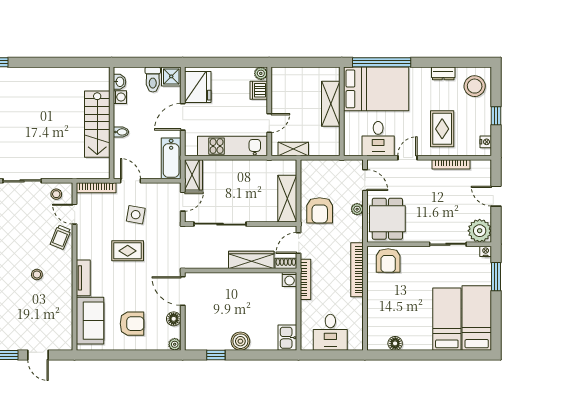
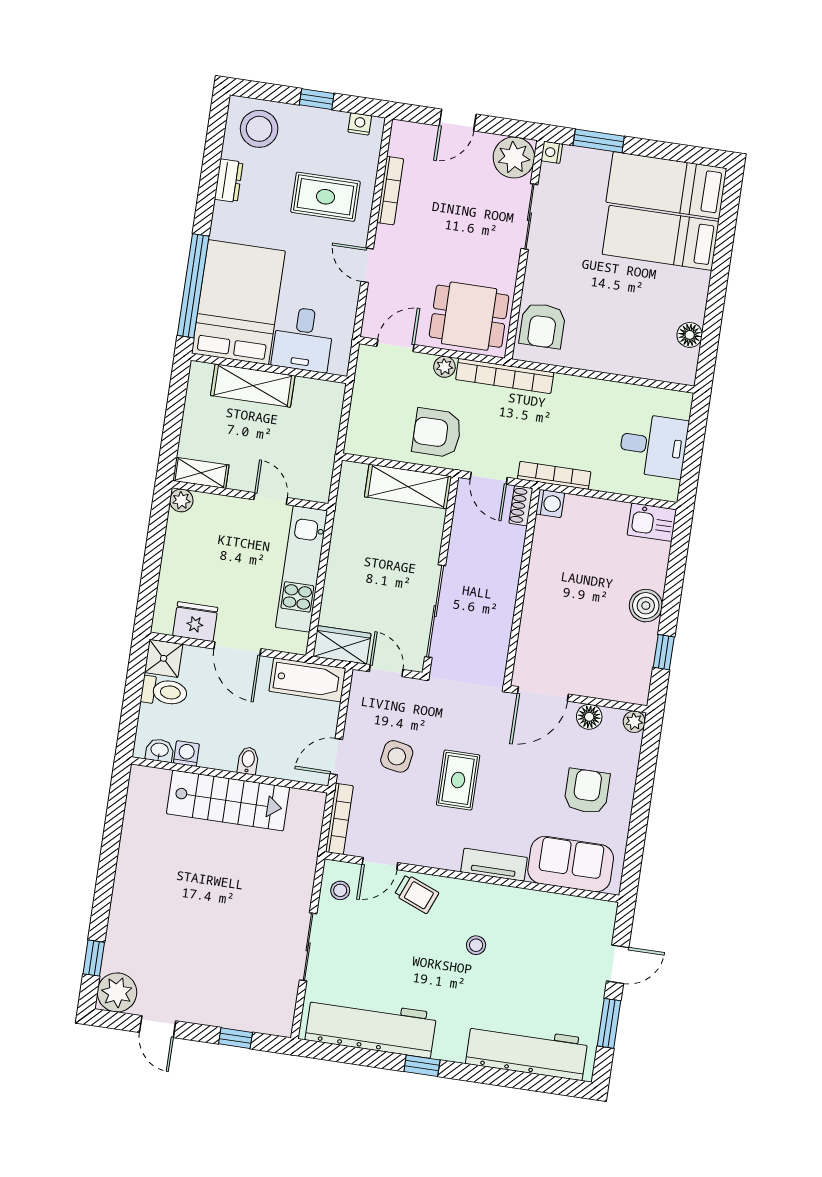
fridge: (198, 87) -> (195, 622), width x0.73, depth x0.75
dishwasher: (259, 90) -> (210, 508), removed
desk: (378, 139) -> (303, 339), moved, turned 90
shelving: (293, 149) -> (201, 473), moved, turned 90
armchair: (320, 210) -> (437, 433), turned 180
wardrobe: (251, 260) -> (506, 566), removed
armchair: (388, 260) -> (542, 326), turned 90
bookcase: (357, 270) -> (505, 376), moved

